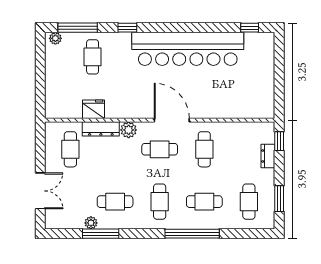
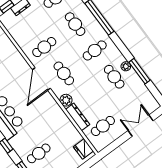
fridge: (93, 109) -> (83, 149), moved
plant: (91, 223) -> (126, 66), moved

